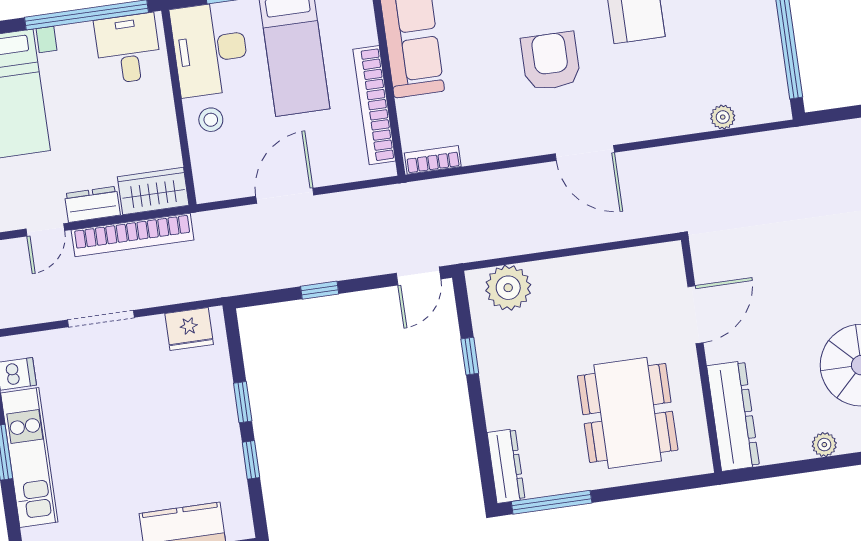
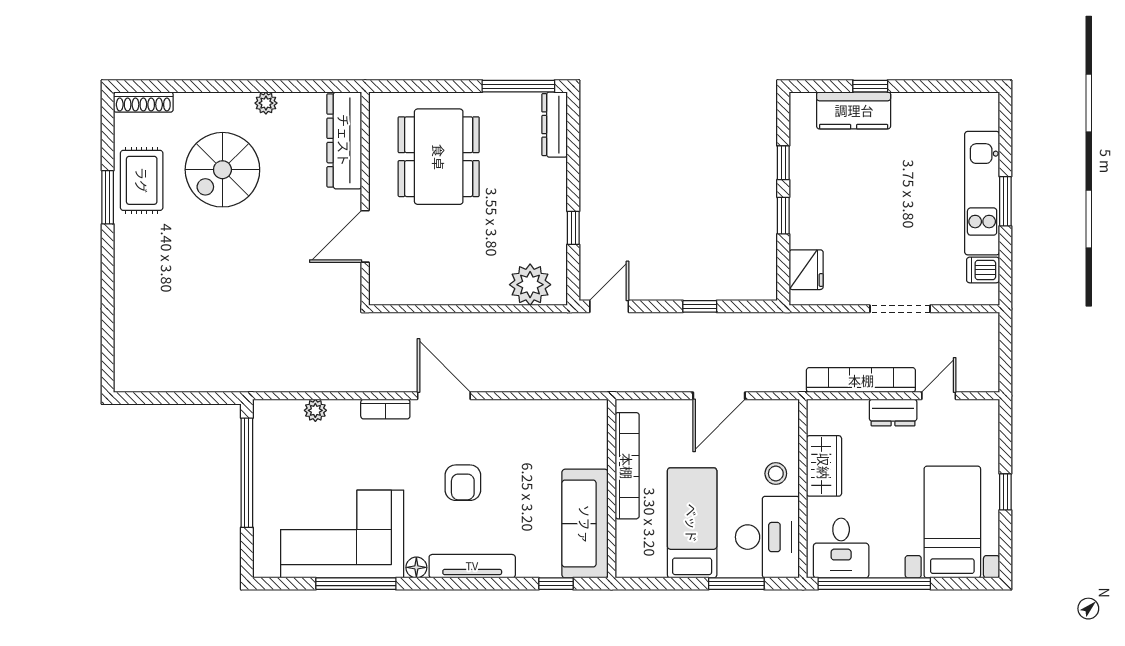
armchair: (551, 61) -> (463, 483), width x0.72, depth x0.72
bookcase: (433, 160) -> (385, 409), moved
wardrobe: (153, 191) -> (824, 466), moved, turned -90
fridge: (189, 329) -> (806, 270), moved, turned 90

